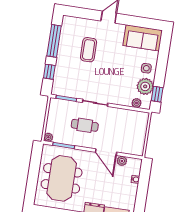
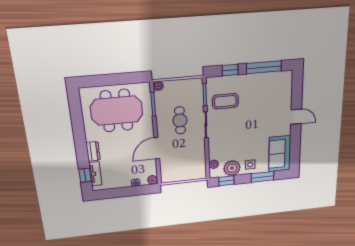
coffee table: (89, 50) -> (225, 101), moved
window: (163, 58) -> (262, 177), added
plant: (122, 161) -> (153, 180), moved

